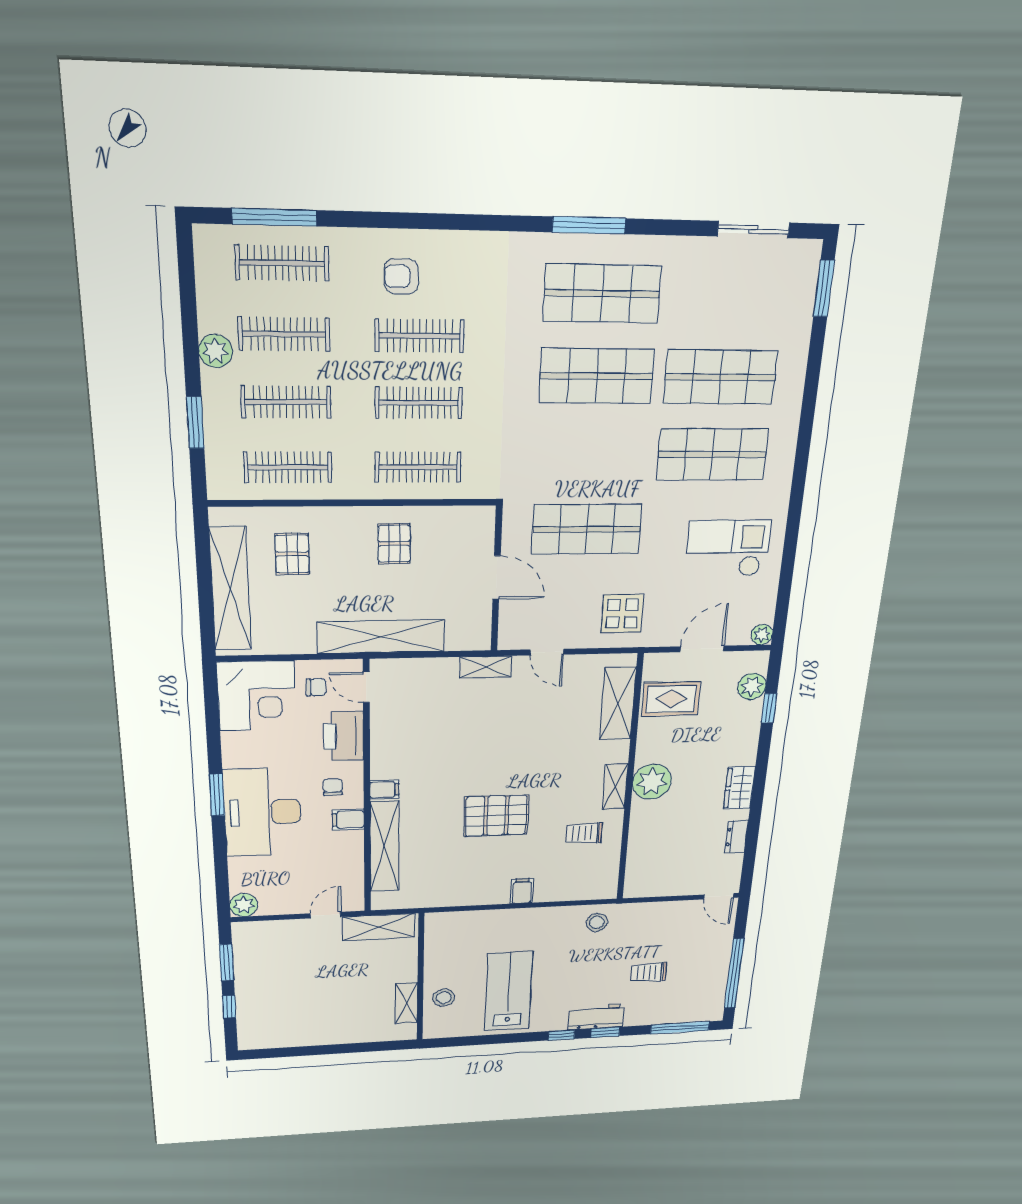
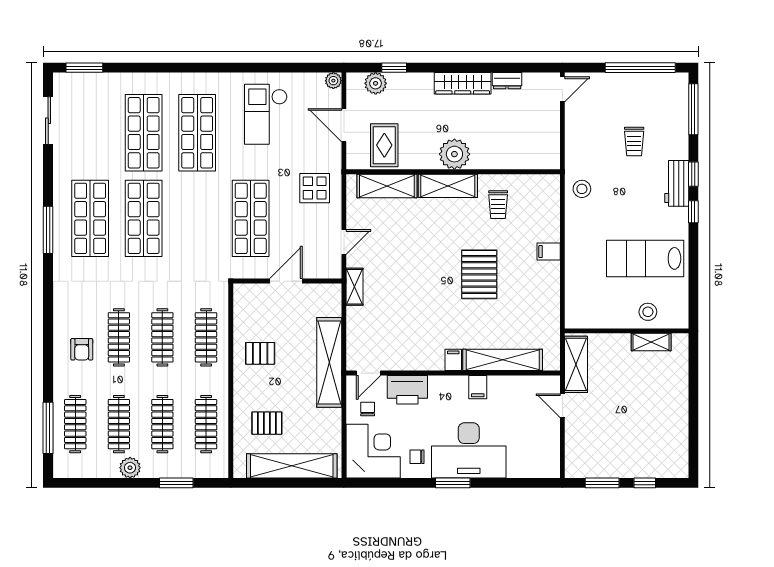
chair: (333, 787) -> (417, 457), moved
shelving: (615, 787) -> (448, 186), width x1.50, depth x1.33
wardrobe: (739, 788) -> (463, 83), width x1.50
plant: (244, 905) -> (550, 468), removed

